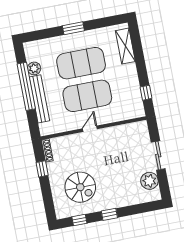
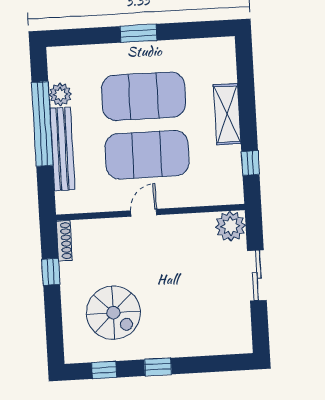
shelving: (125, 46) -> (227, 114), moved
plant: (149, 181) -> (230, 226), moved

